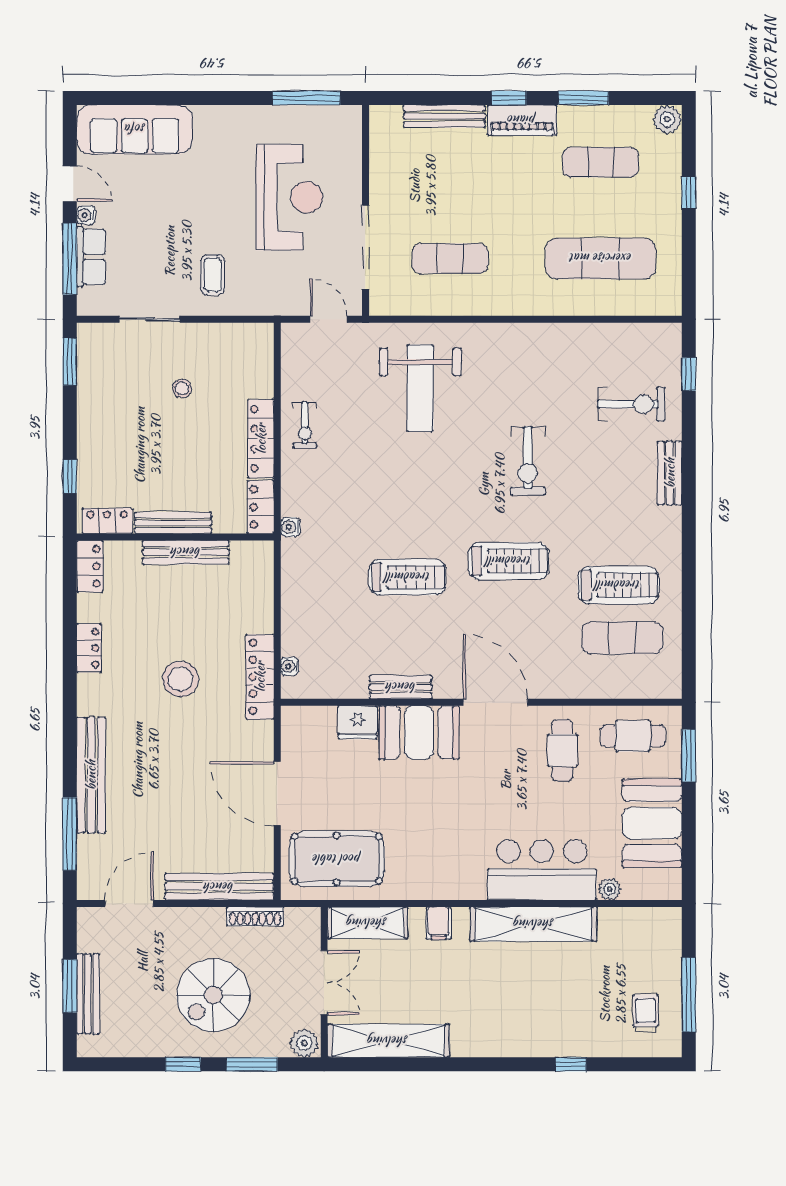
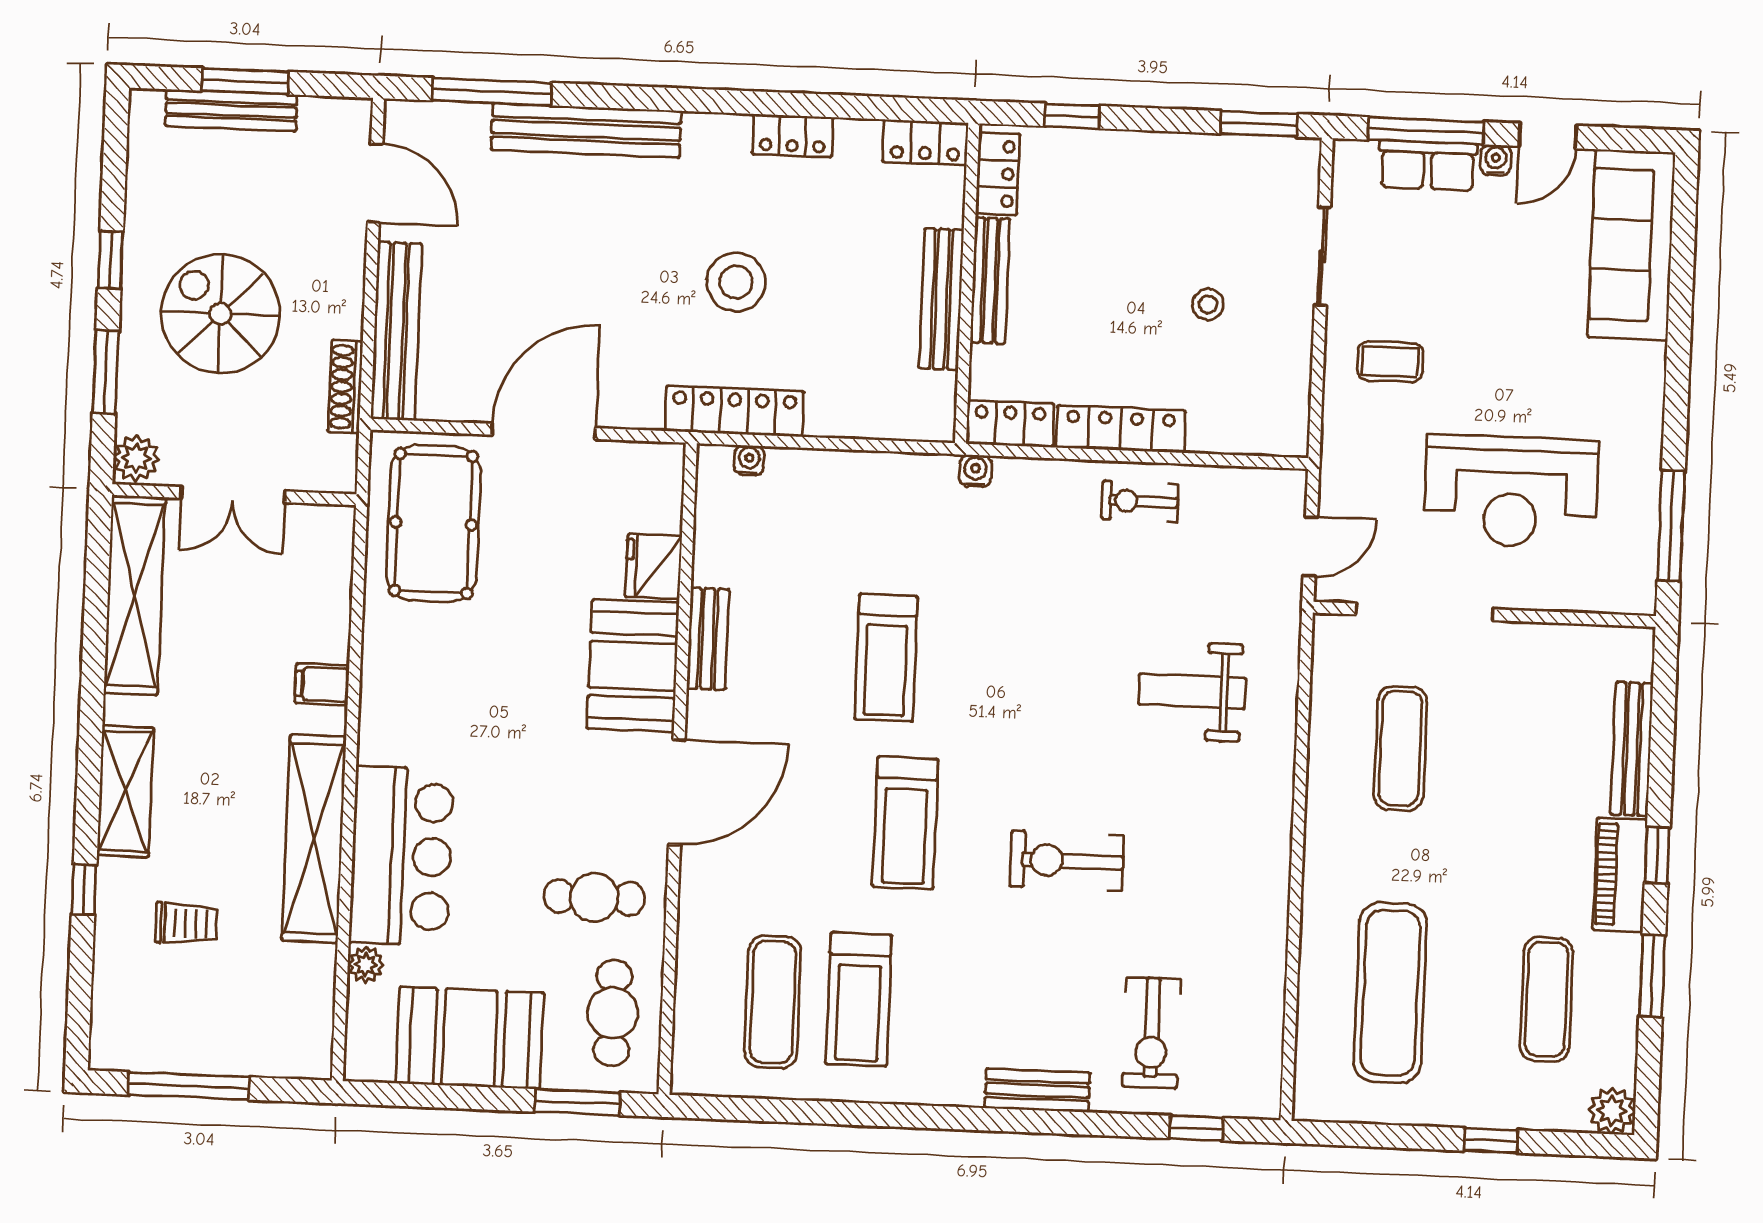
weight bench: (420, 388) -> (1192, 691), width x0.73, depth x0.75
shelving: (367, 923) -> (125, 791), moved
trolley: (646, 1013) -> (187, 923), moved

